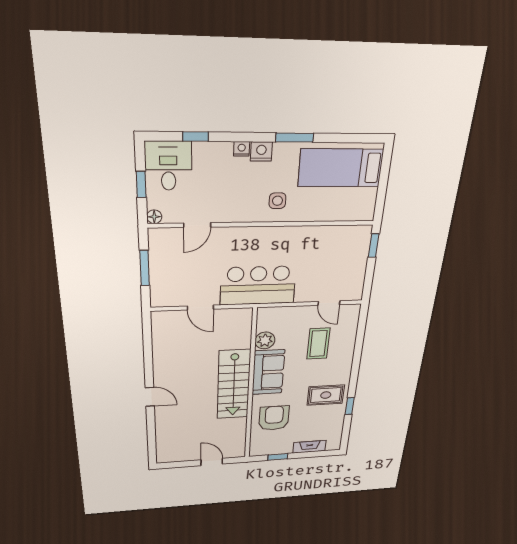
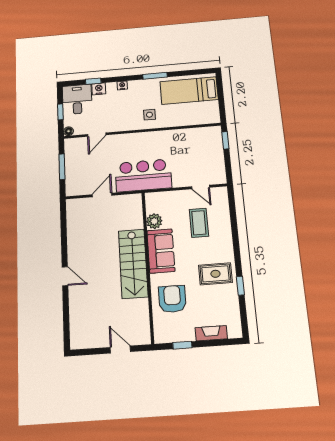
nightstand: (261, 151) -> (99, 89), moved
door: (200, 308) -> (102, 195), swing flipped

